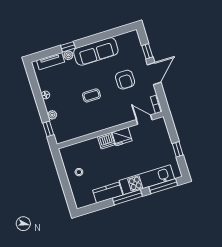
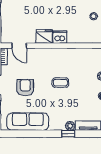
sofa: (96, 51) -> (28, 122), moved

